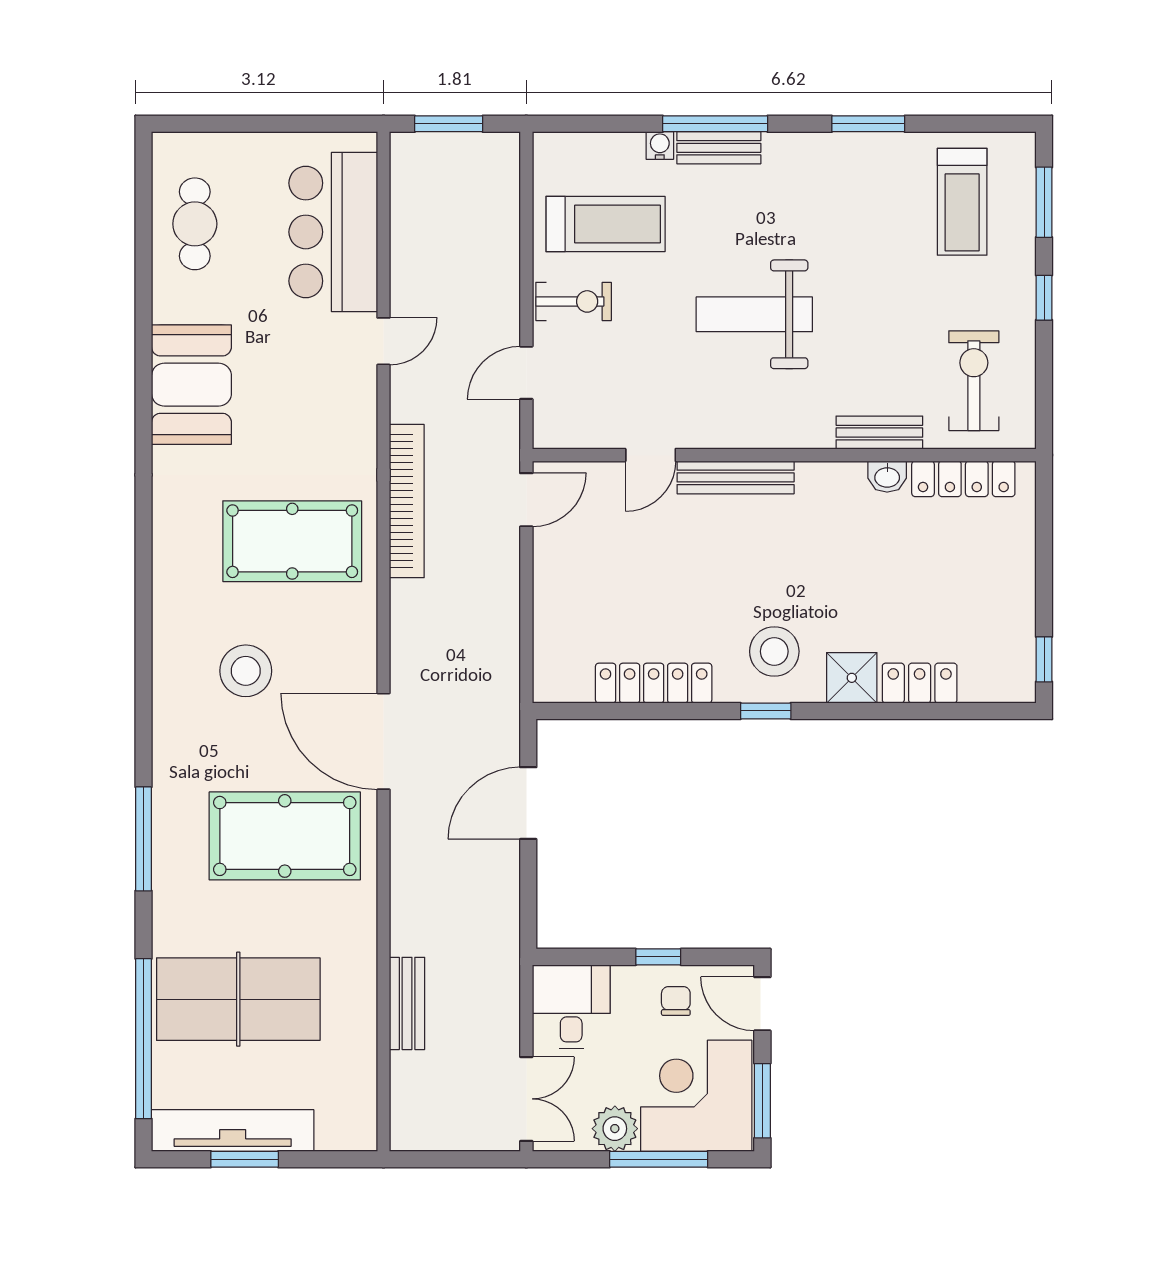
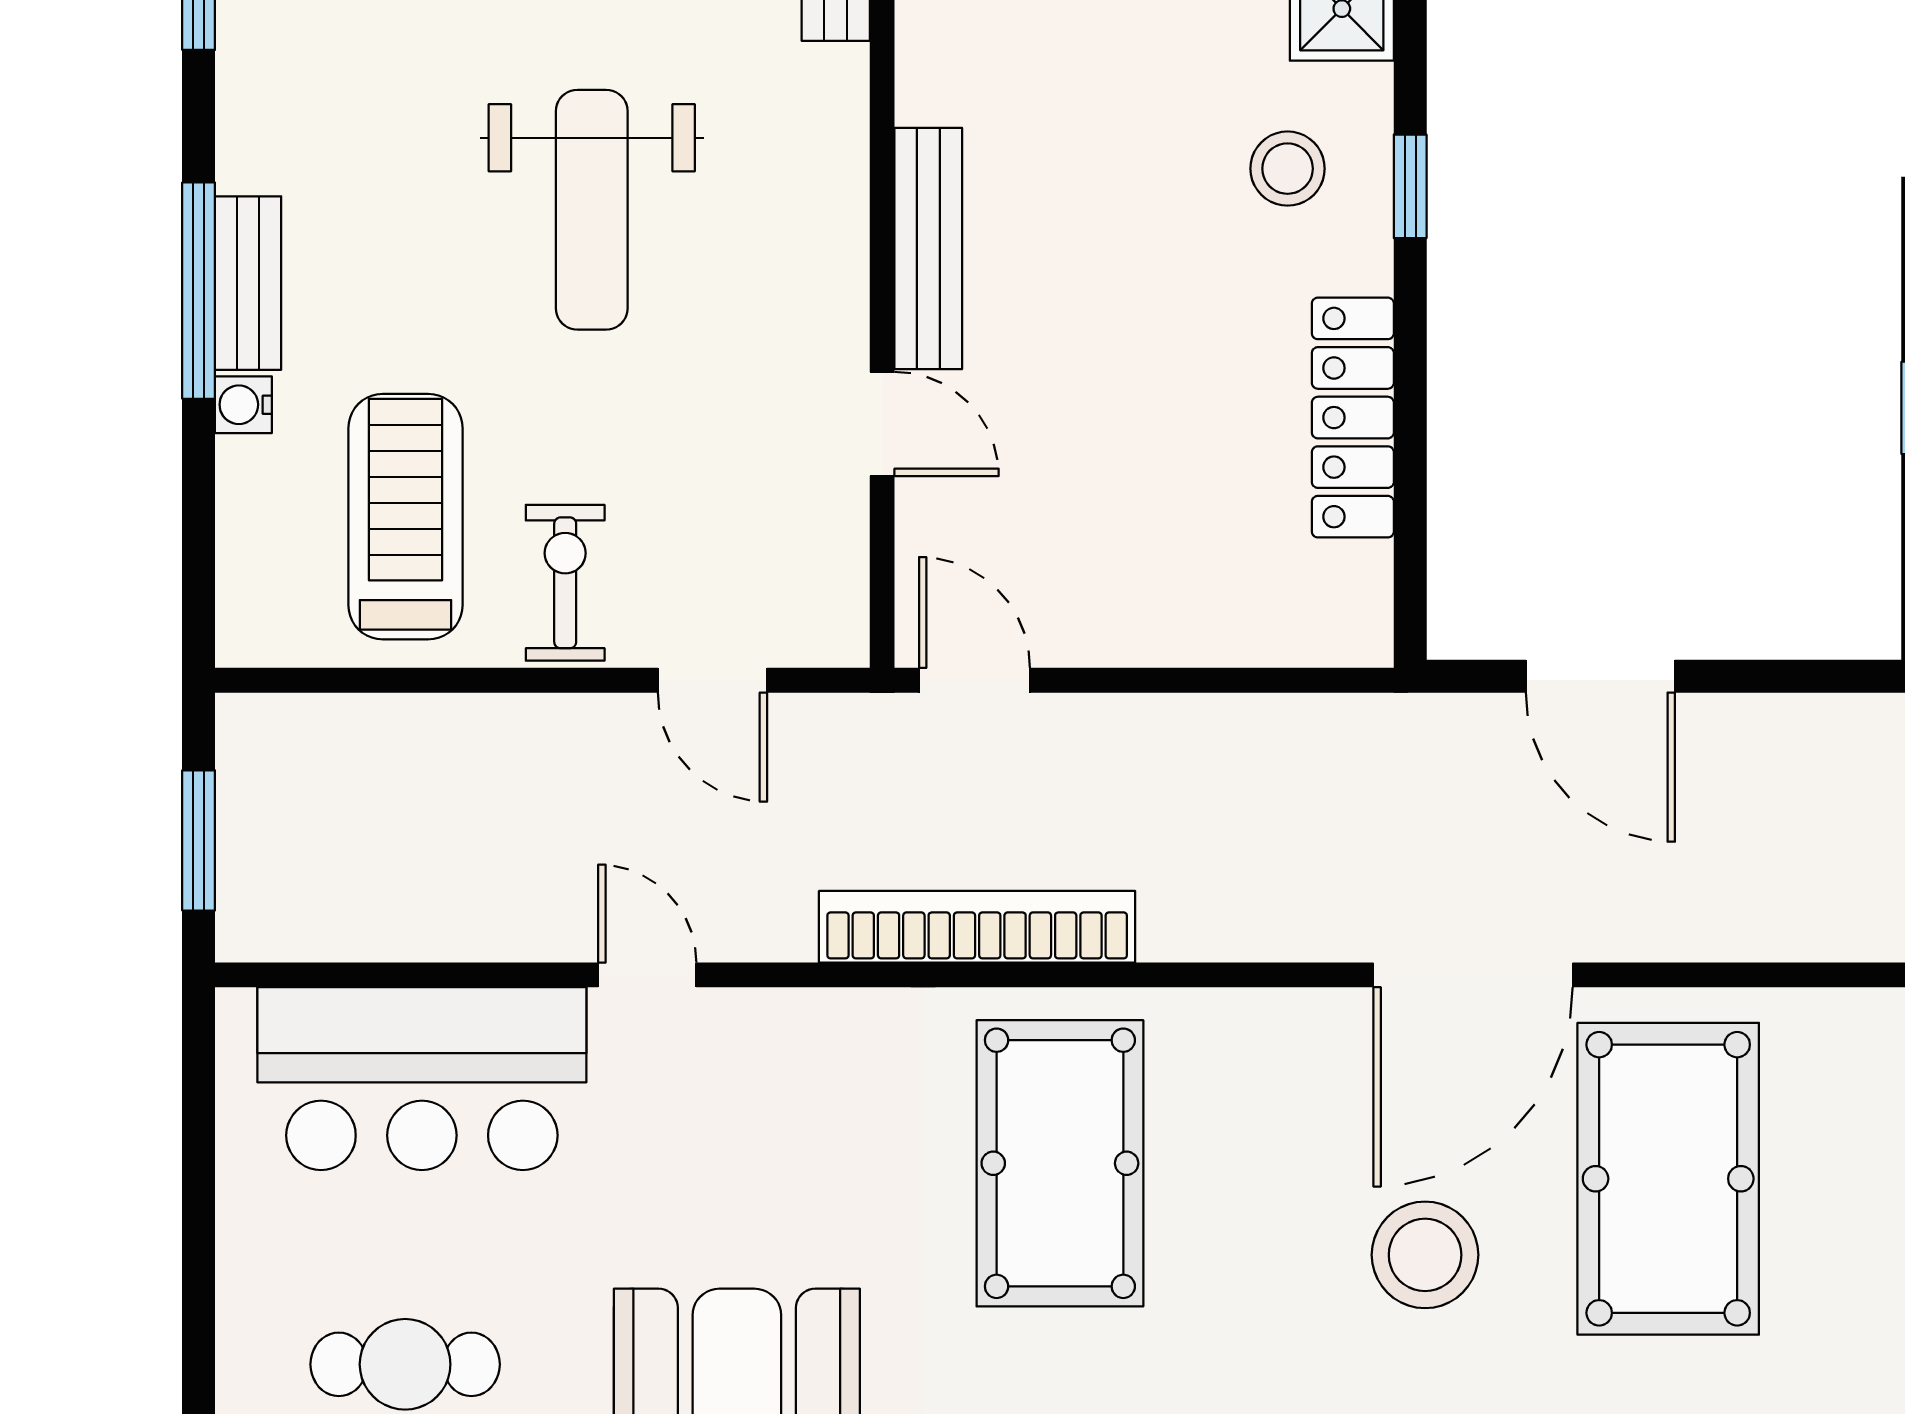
stool: (774, 651) -> (1288, 169), width x0.73, depth x0.73
stool: (246, 671) -> (1425, 1255), moved

